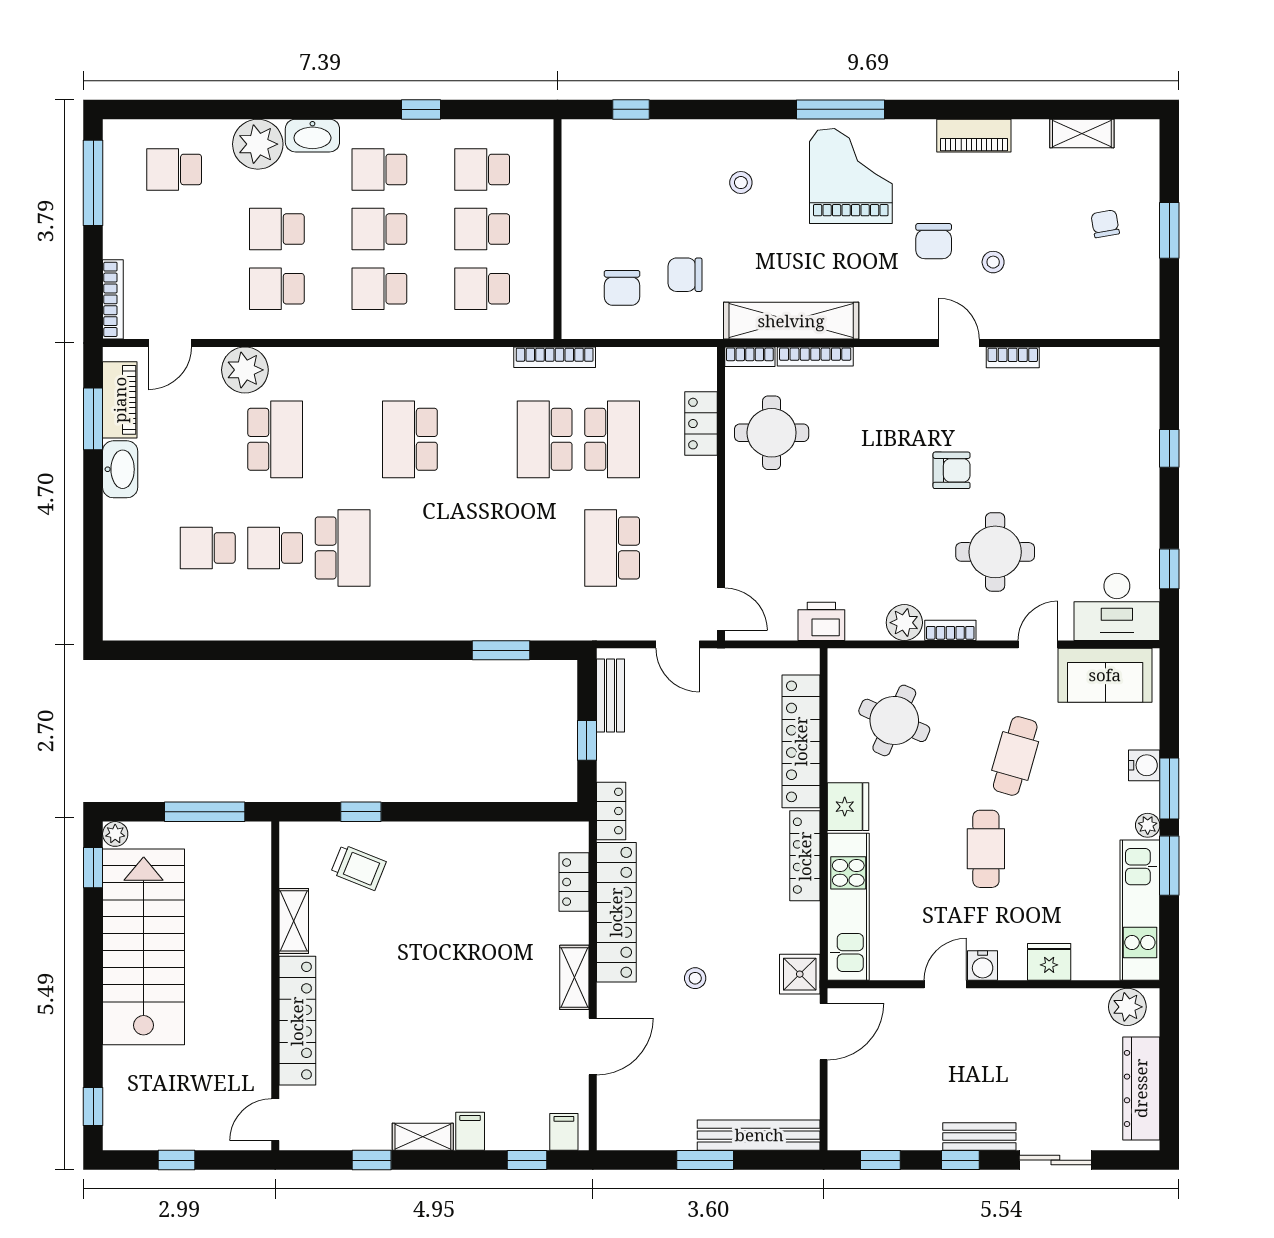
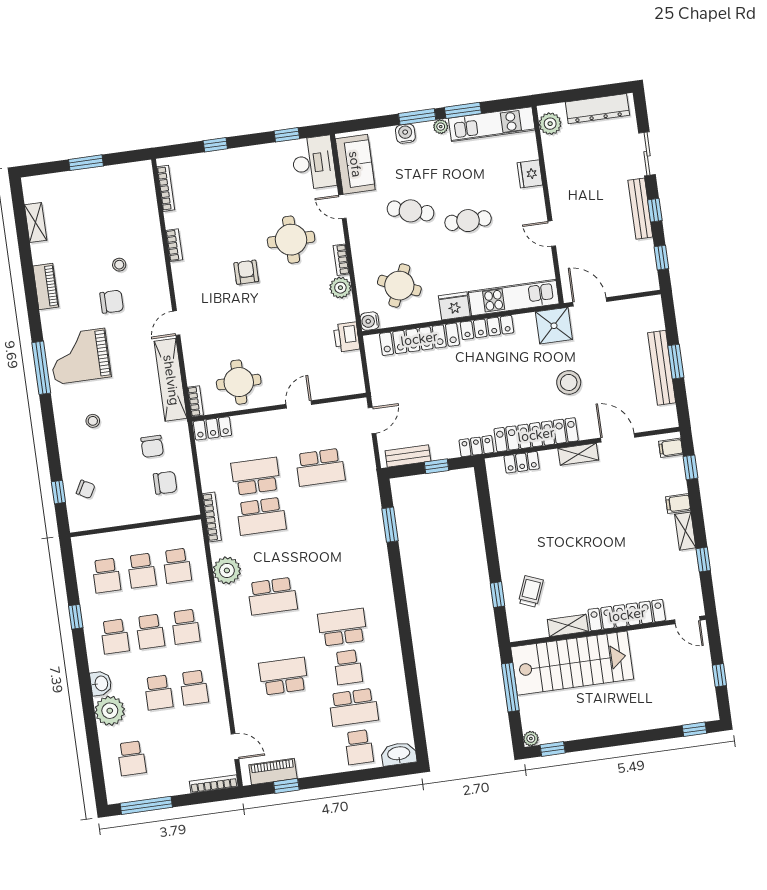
washbasin: (312, 136) -> (101, 683), width x0.72
chair: (1105, 224) -> (86, 489), moved, turned -141
door: (959, 343) -> (176, 323), moved
bookcase: (815, 356) -> (166, 188), moved
plant: (245, 370) -> (227, 570), moved
window: (93, 419) -> (286, 786), width x0.67
locker: (701, 424) -> (212, 428), moved
washbasin: (120, 469) -> (399, 754), moved
school desk: (140, 548) -> (359, 747), added
school desk: (208, 548) -> (354, 707), width x1.85
door: (721, 609) -> (299, 404), moved
stairs: (144, 947) -> (572, 663), moved, turned 180
water cooler: (983, 966) -> (370, 321), moved, turned 180
shower: (800, 974) -> (554, 326), width x1.36, depth x1.36
stool: (695, 978) -> (569, 382), width x1.89, depth x1.89
bench: (759, 1135) -> (662, 368), moved
bench: (979, 1136) -> (640, 209), width x1.36

